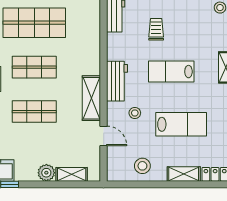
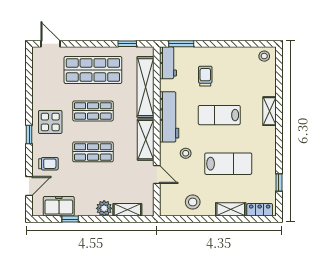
shelving: (91, 41) -> (146, 87), added
workbench: (117, 81) -> (169, 117), width x1.38

